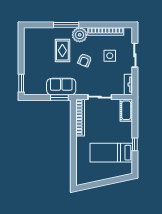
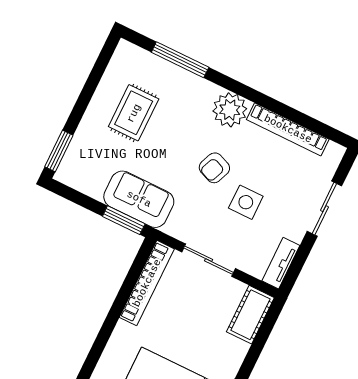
window: (66, 25) -> (180, 60), moved
rug: (62, 51) -> (134, 113), moved
side table: (110, 56) -> (246, 202), moved

